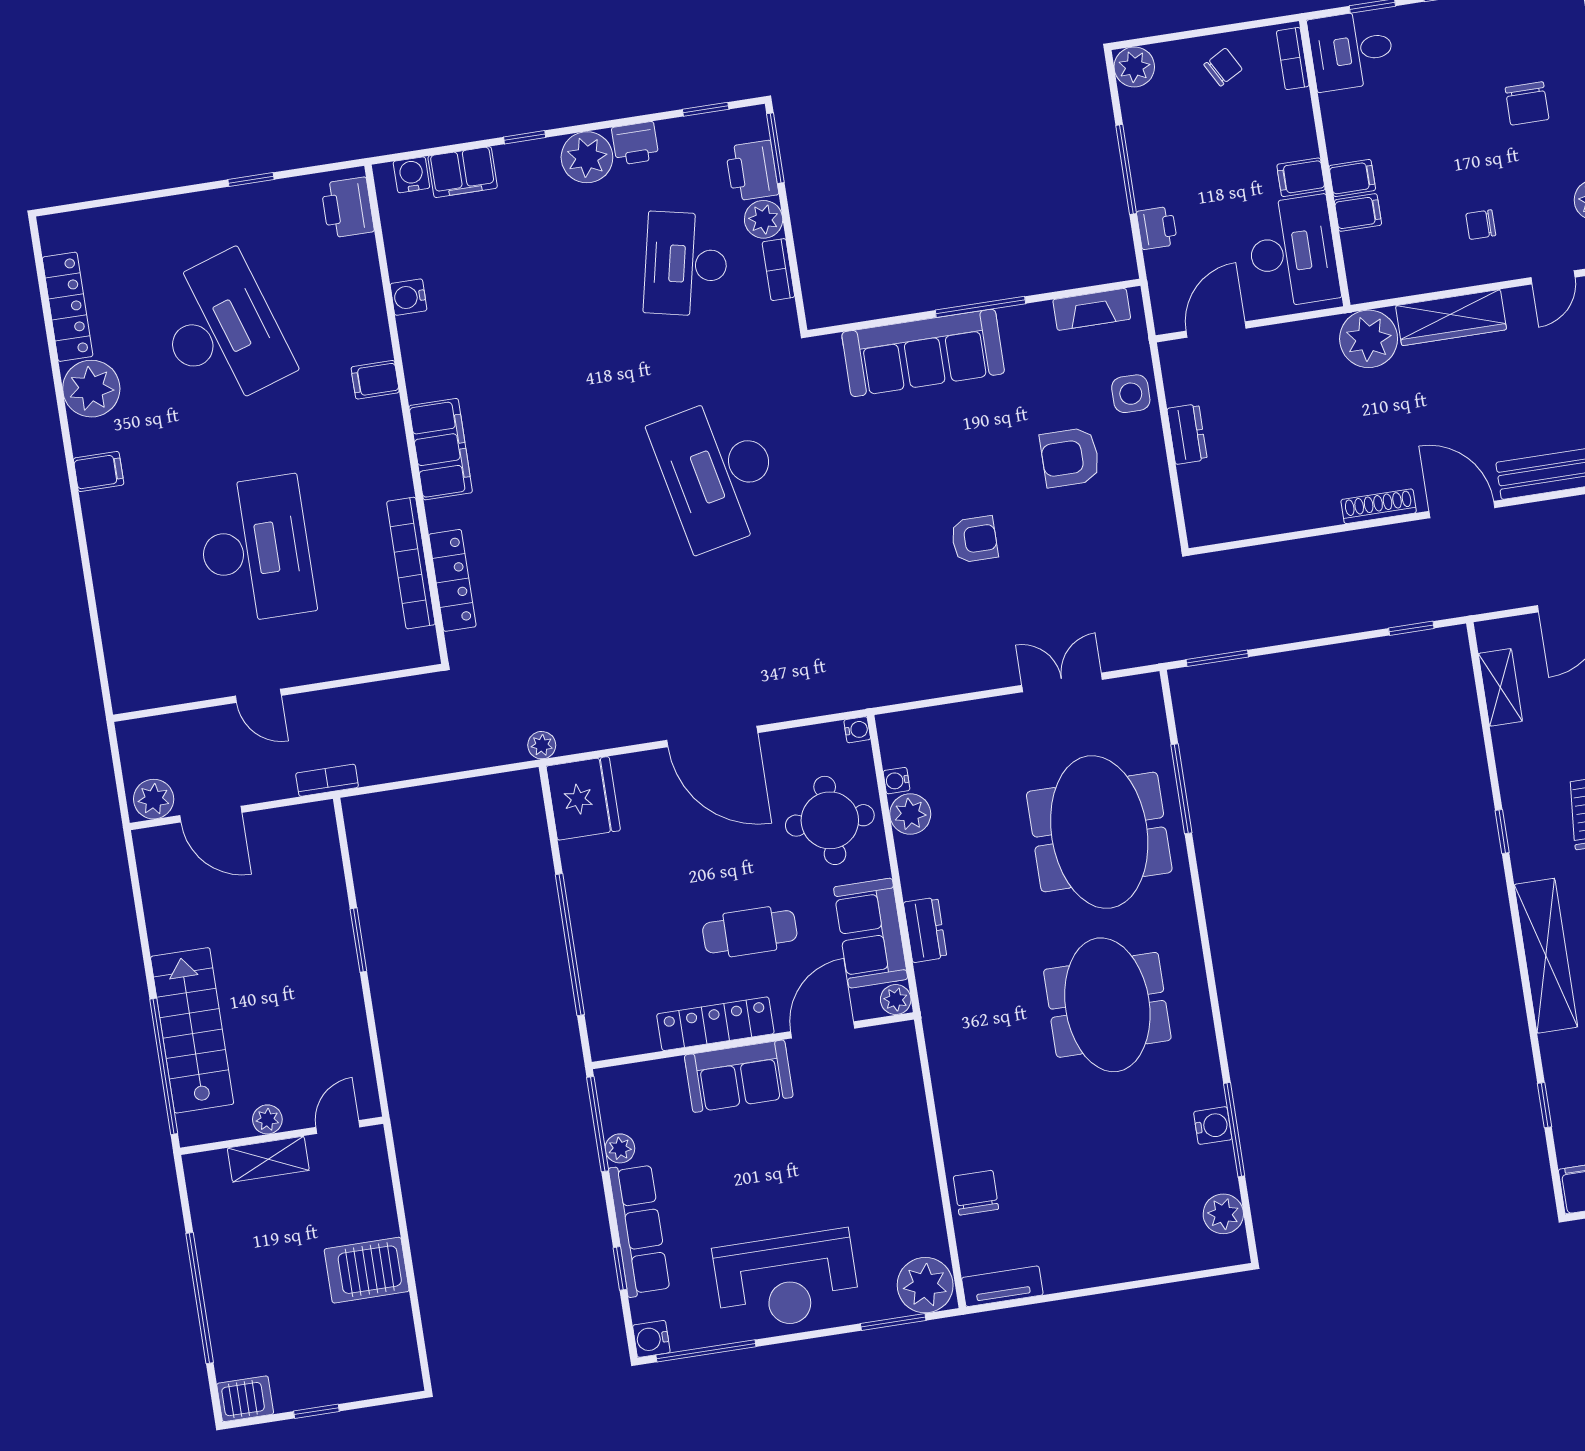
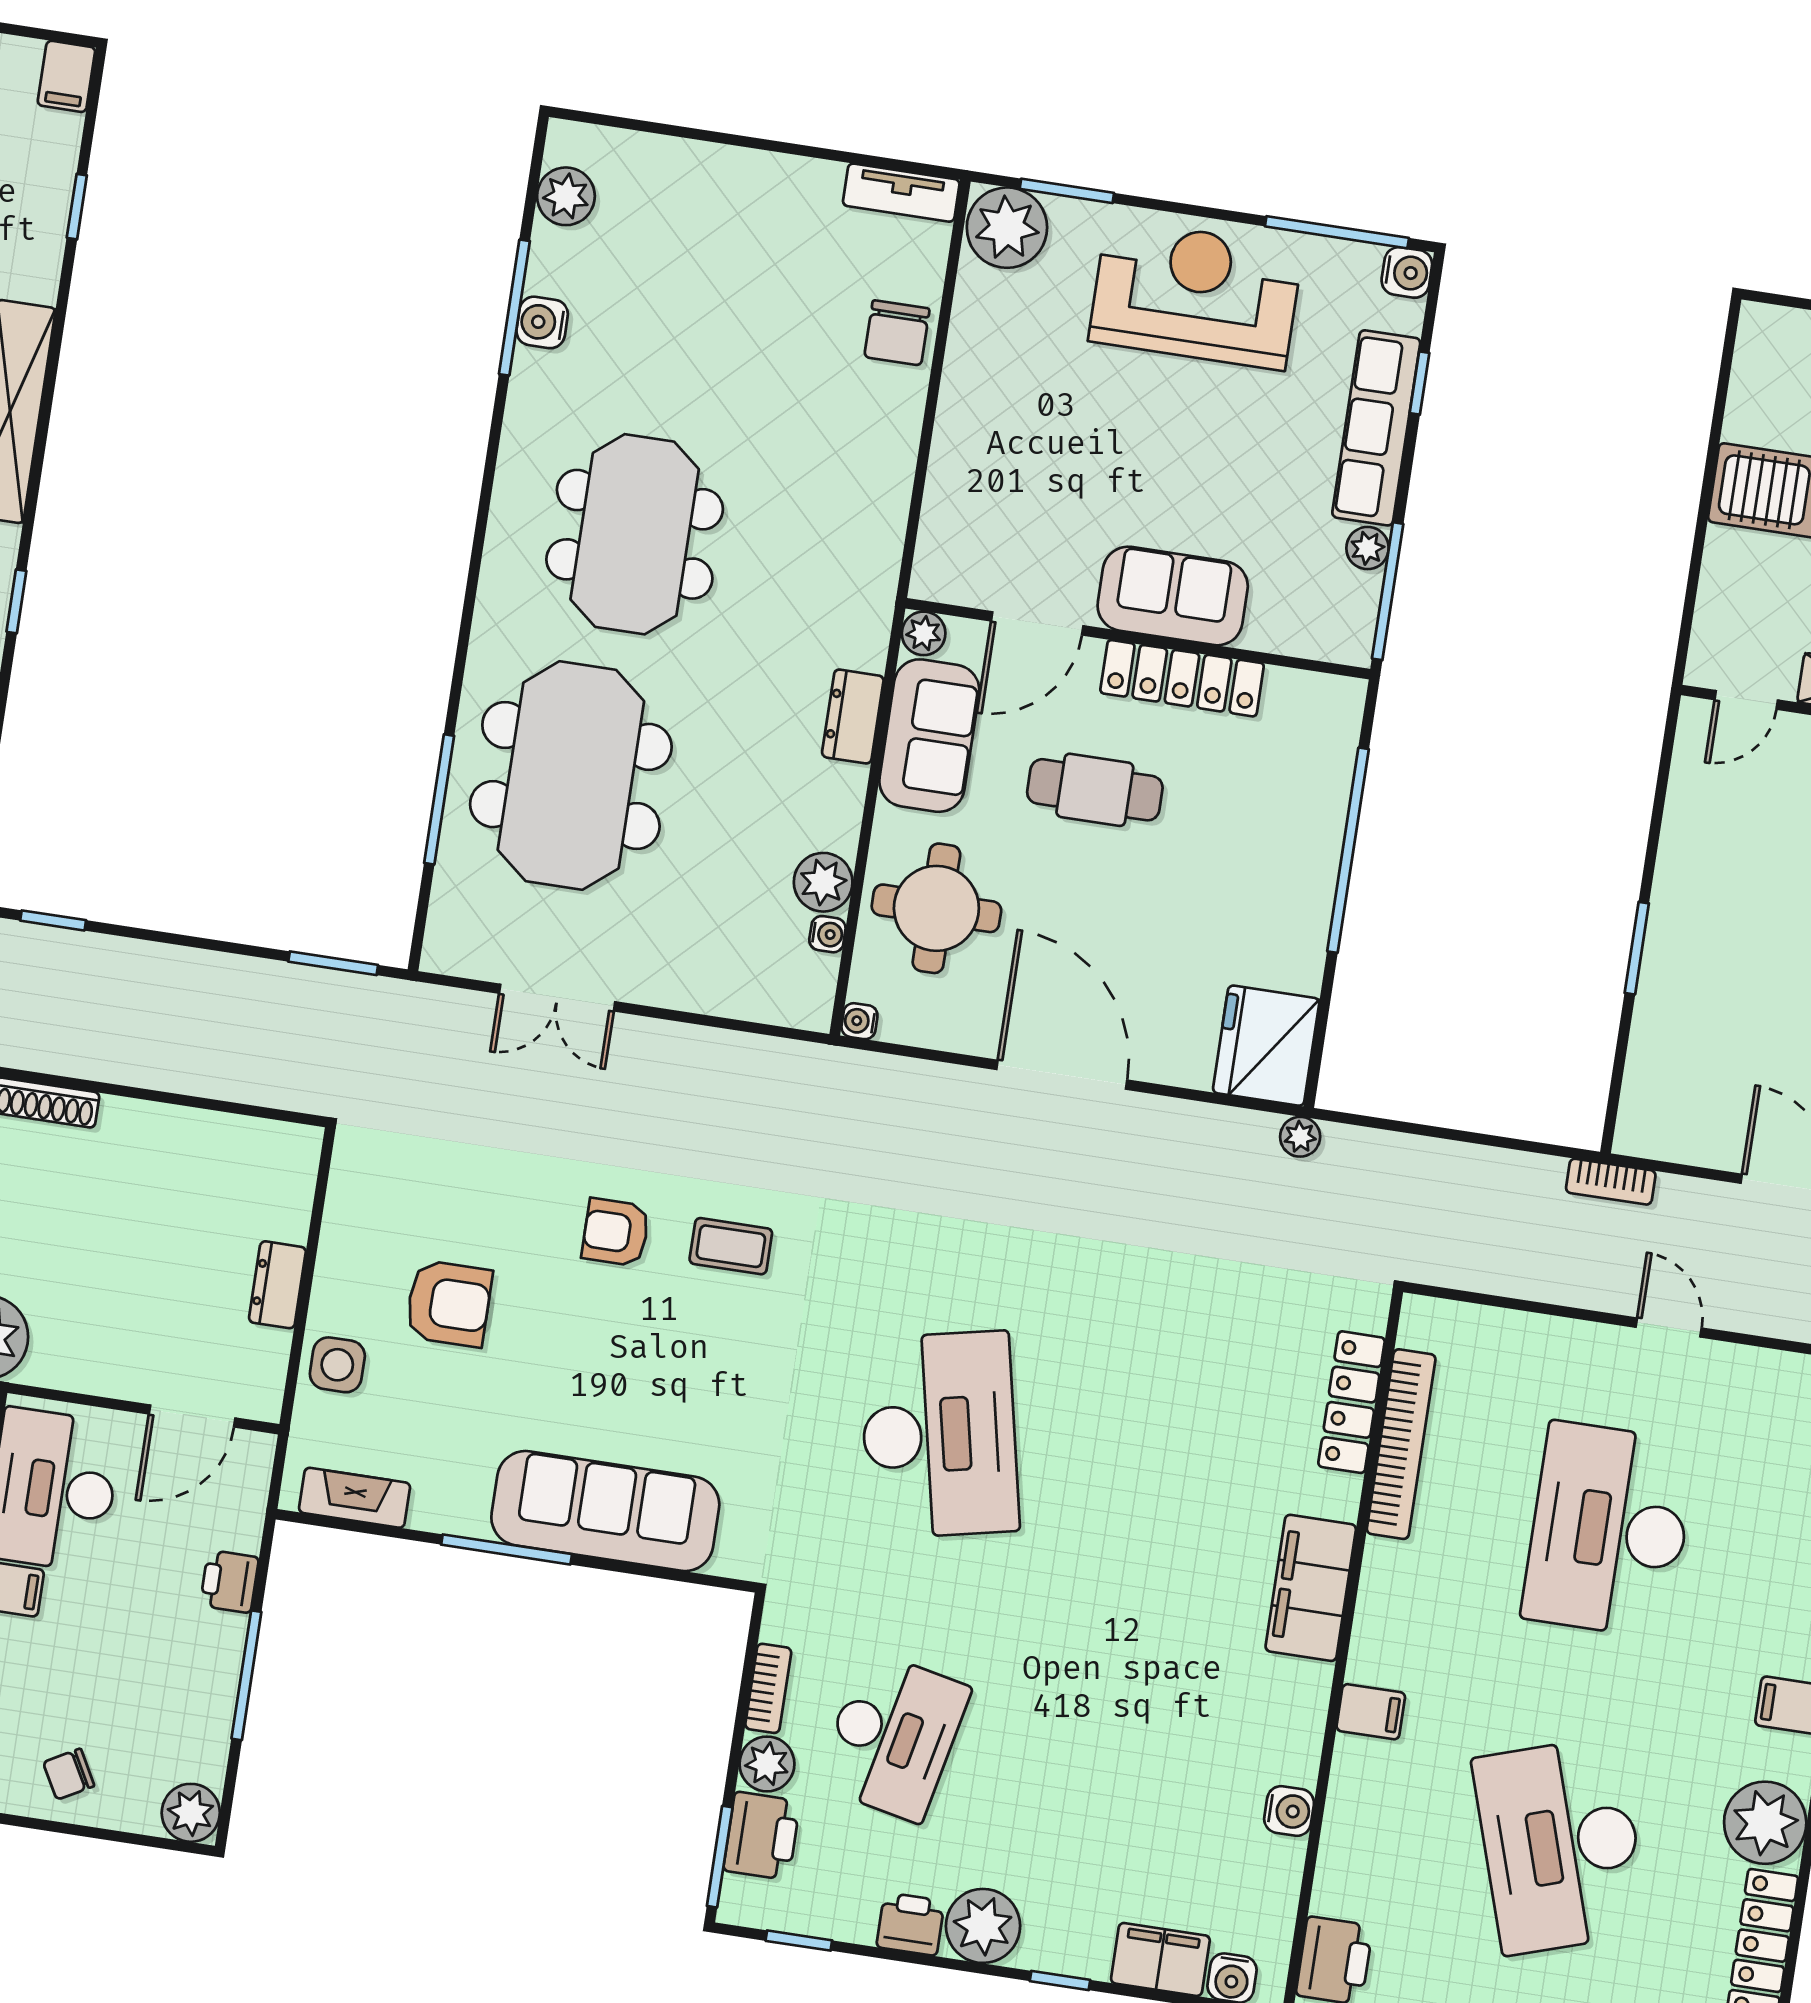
coffee table: (895, 554) -> (731, 1246), added

